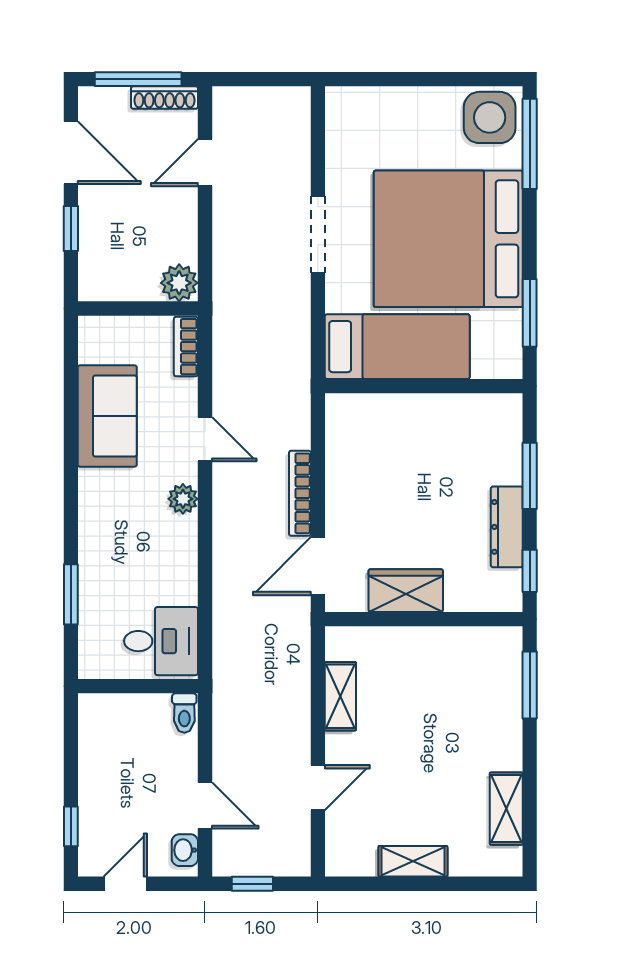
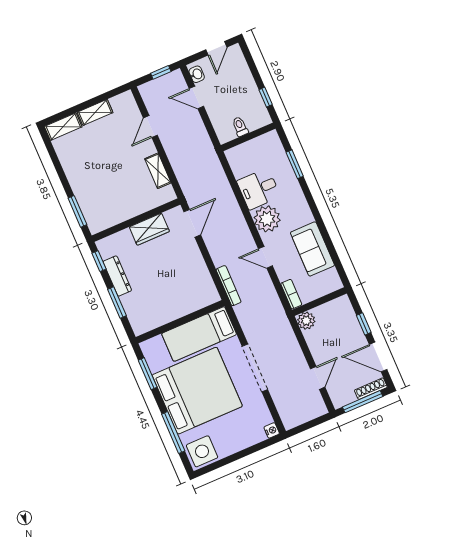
shoe rack: (164, 98) -> (371, 389), moved
nightstand: (338, 100) -> (272, 430), added
window: (530, 144) -> (173, 433), moved
doorway: (318, 234) -> (255, 368), width x1.36
bookcase: (300, 493) -> (229, 286), moved
plant: (183, 499) -> (267, 219), width x1.87, depth x1.87
desk: (161, 641) -> (259, 189), moved
toilet: (184, 713) -> (240, 126), moved
shelving: (506, 809) -> (63, 127), moved, turned 90
window: (71, 826) -> (266, 97), moved

